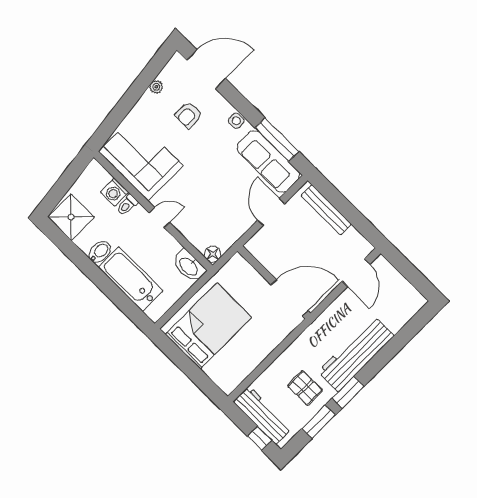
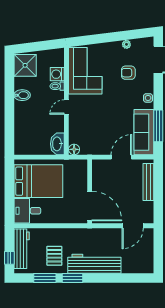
door: (159, 217) -> (66, 107), swing flipped
bathtub: (131, 279) -> (24, 123), removed
desk: (228, 369) -> (27, 211), added

